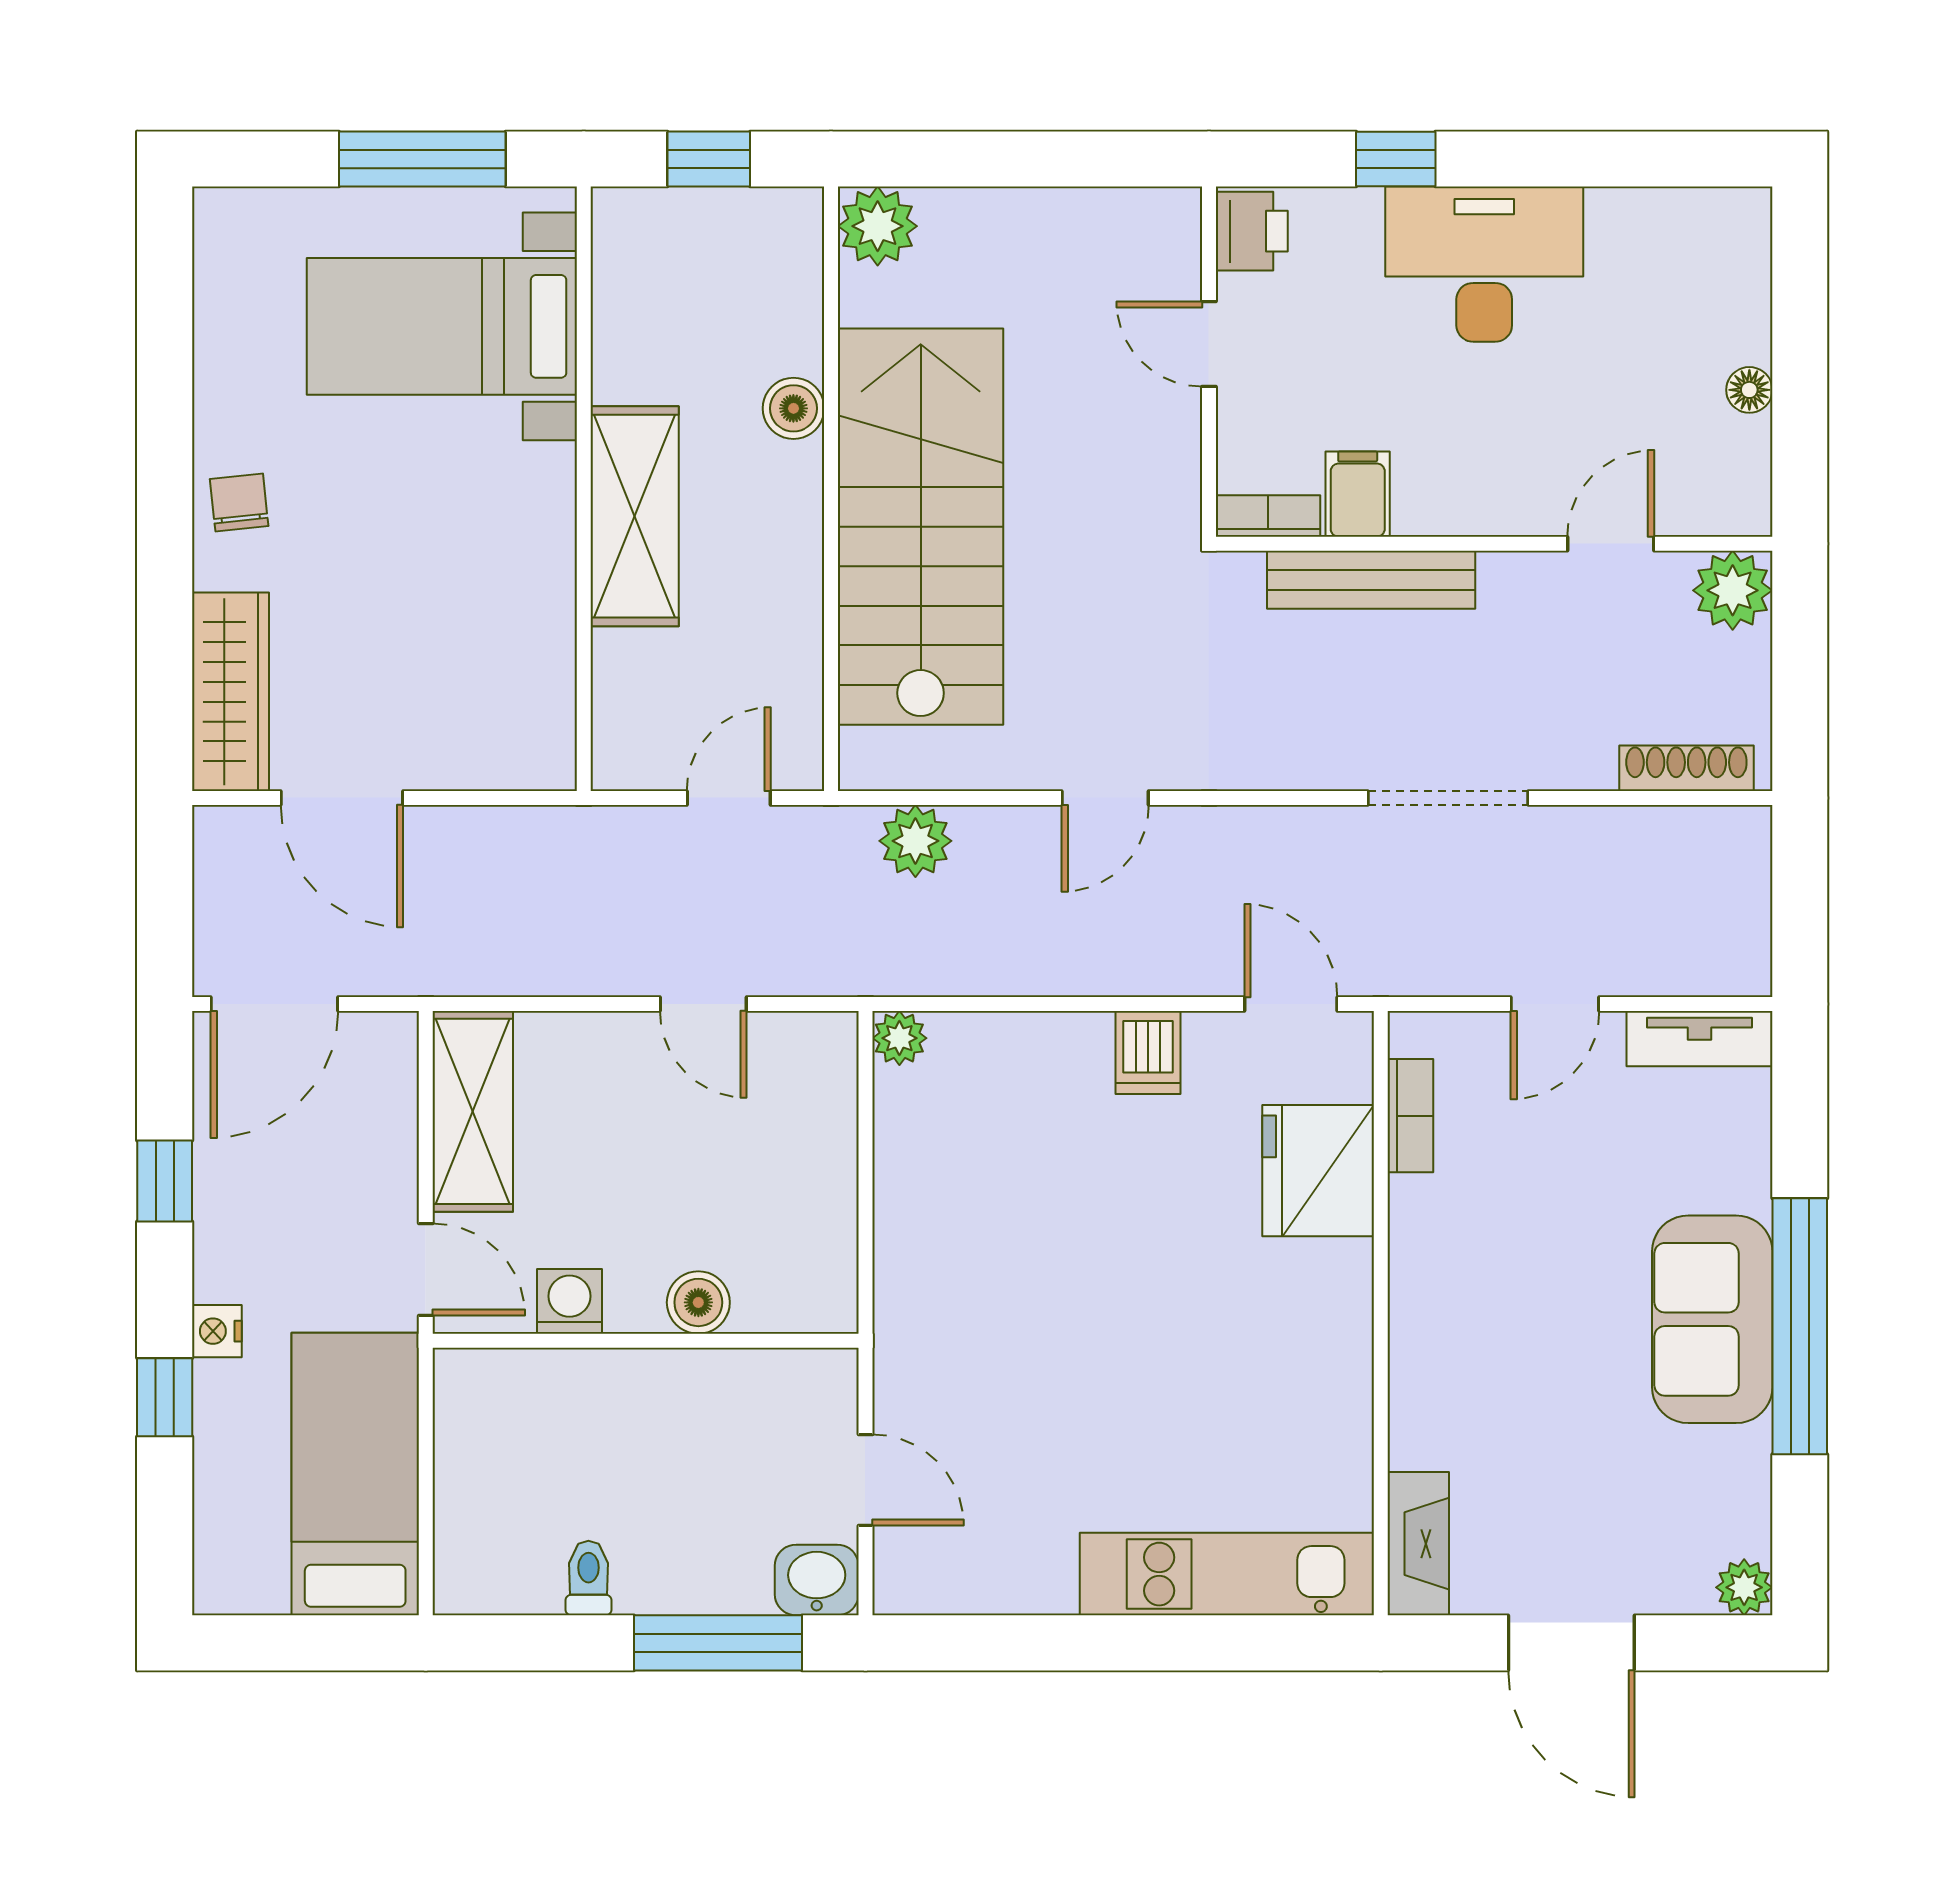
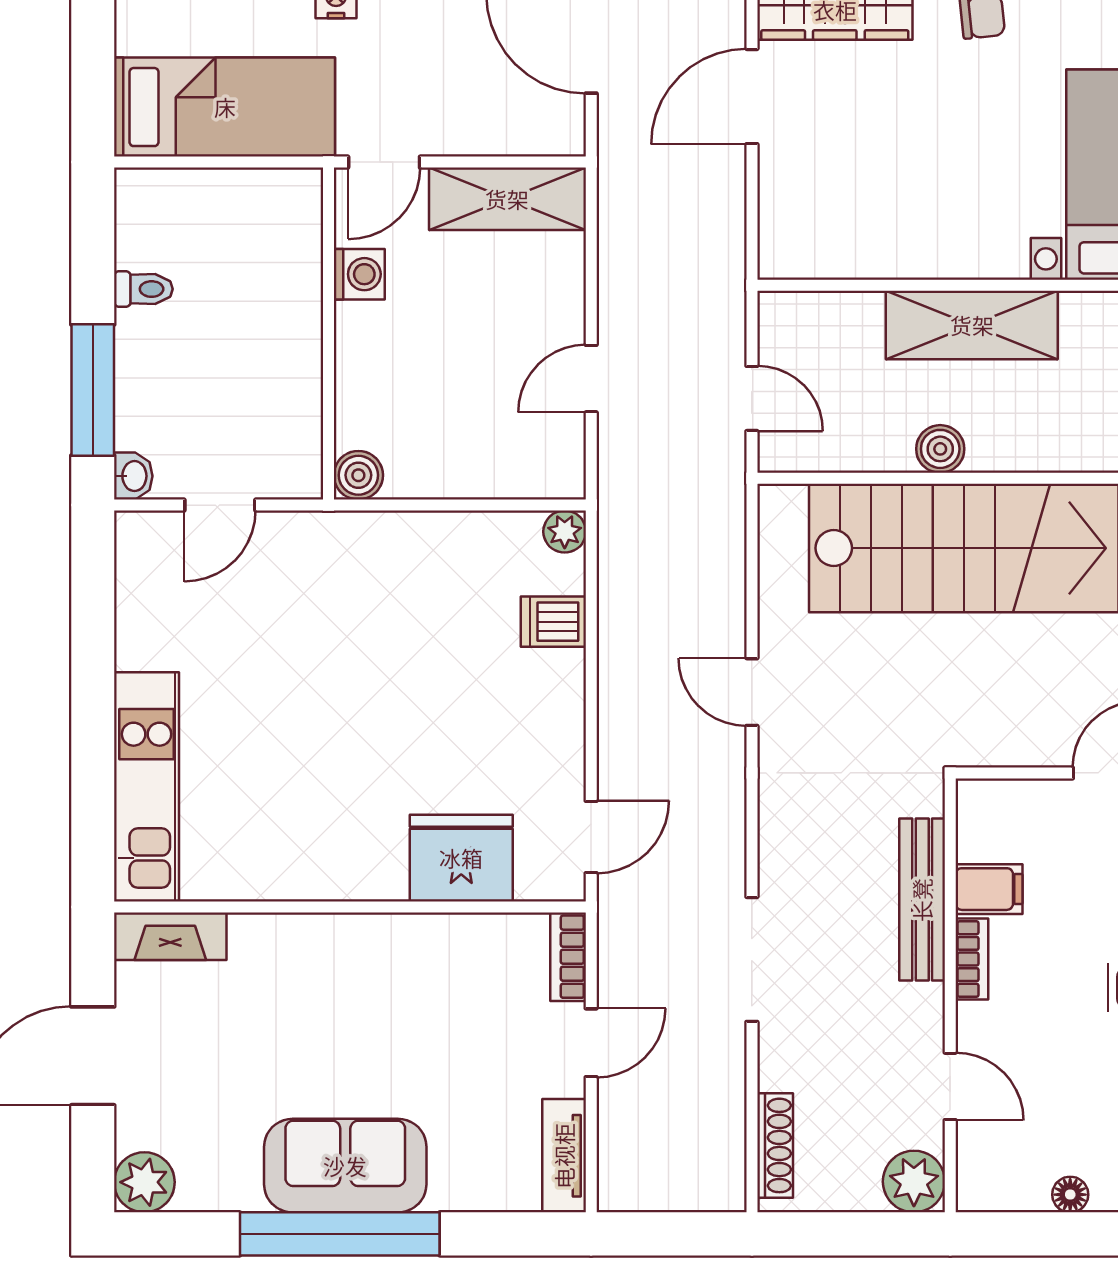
boiler: (793, 408) -> (940, 449), moved
bookcase: (1268, 516) -> (972, 959), moved
plant: (915, 841) -> (718, 544), removed
door: (1555, 1004) -> (591, 1043), swing flipped
dishwasher: (1148, 1053) -> (553, 622), moved
bookcase: (1410, 1116) -> (568, 957), moved, turned 90
boiler: (698, 1302) -> (358, 475), moved
washbasin: (817, 1580) -> (133, 476), width x0.72, depth x0.69
plant: (1744, 1587) -> (144, 1182), width x1.38, depth x1.38

